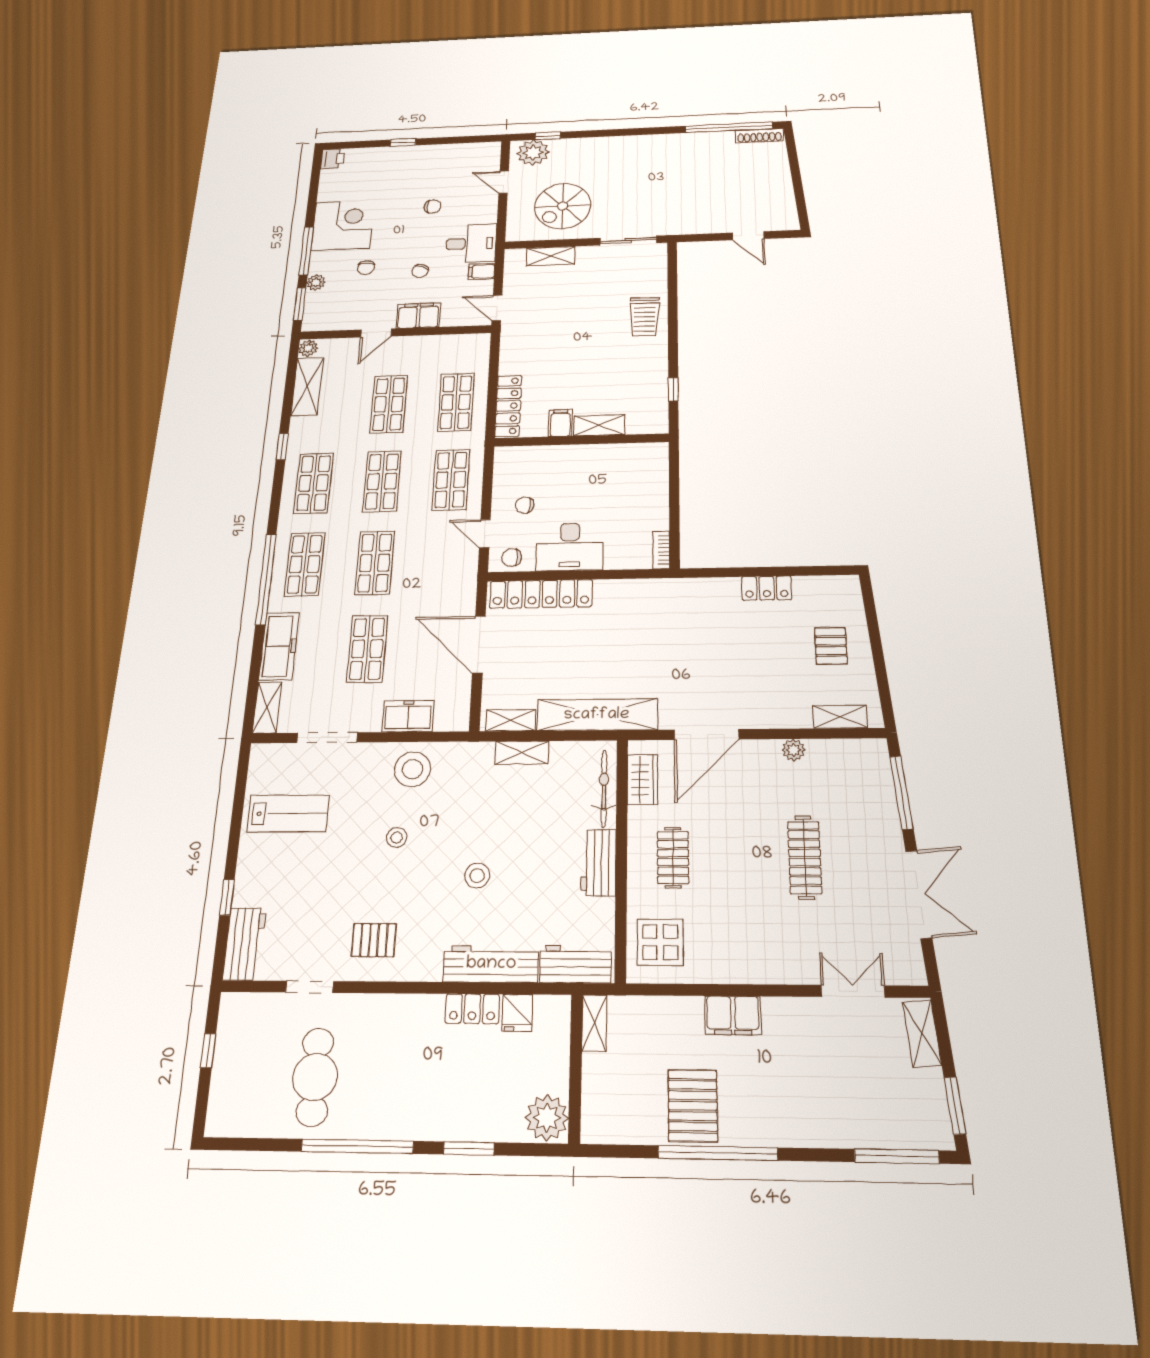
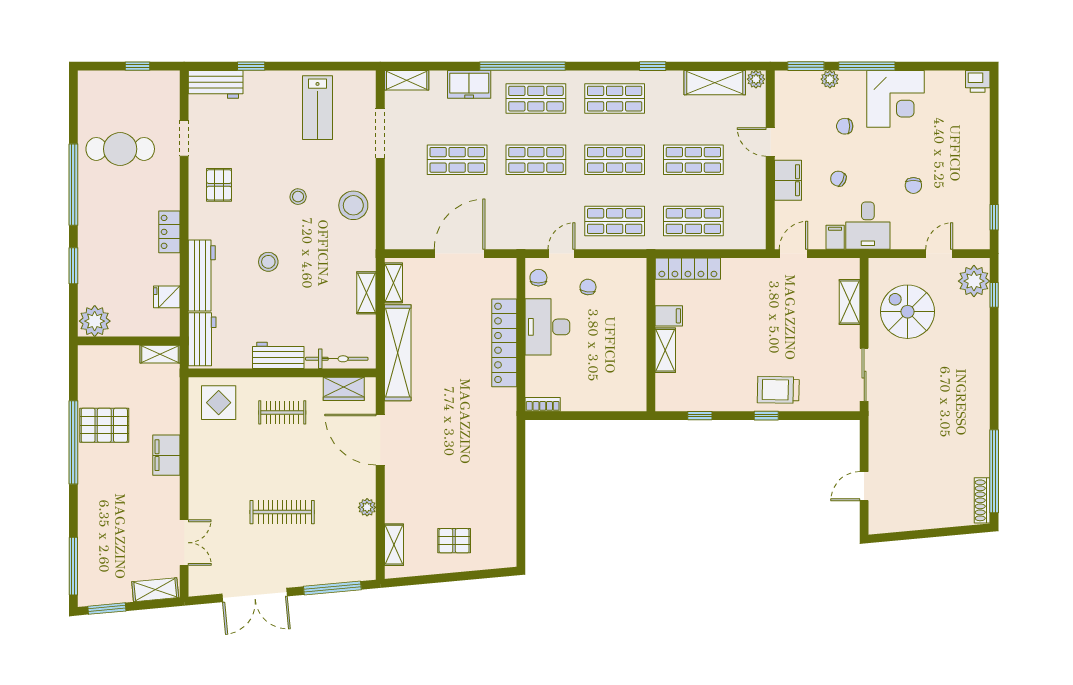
window: (403, 143) -> (994, 217), moved
window: (673, 327) -> (766, 416), added
locker: (767, 588) -> (506, 491), removed
locker: (541, 594) -> (504, 343), moved
freezer: (279, 646) -> (469, 84), width x0.71
freezer: (408, 716) -> (398, 198), removed
locker: (472, 1009) -> (169, 232), moved

